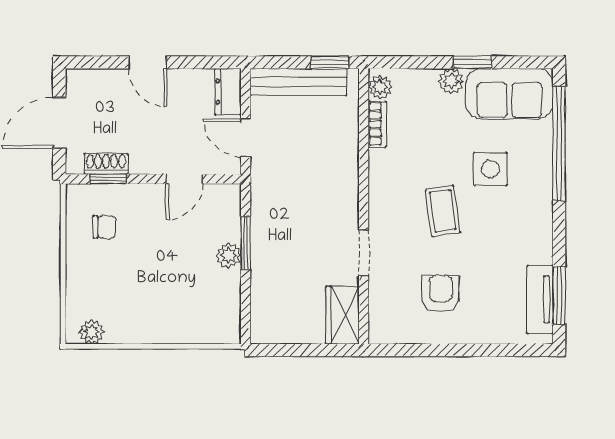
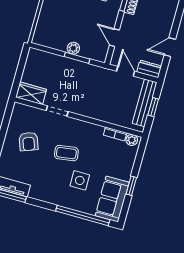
door: (148, 62) -> (170, 47), moved
window: (330, 62) -> (153, 107), moved
plant: (451, 81) -> (125, 173), removed
door: (246, 138) -> (126, 71), hinge flipped
armchair: (441, 293) -> (29, 141), turned 70

